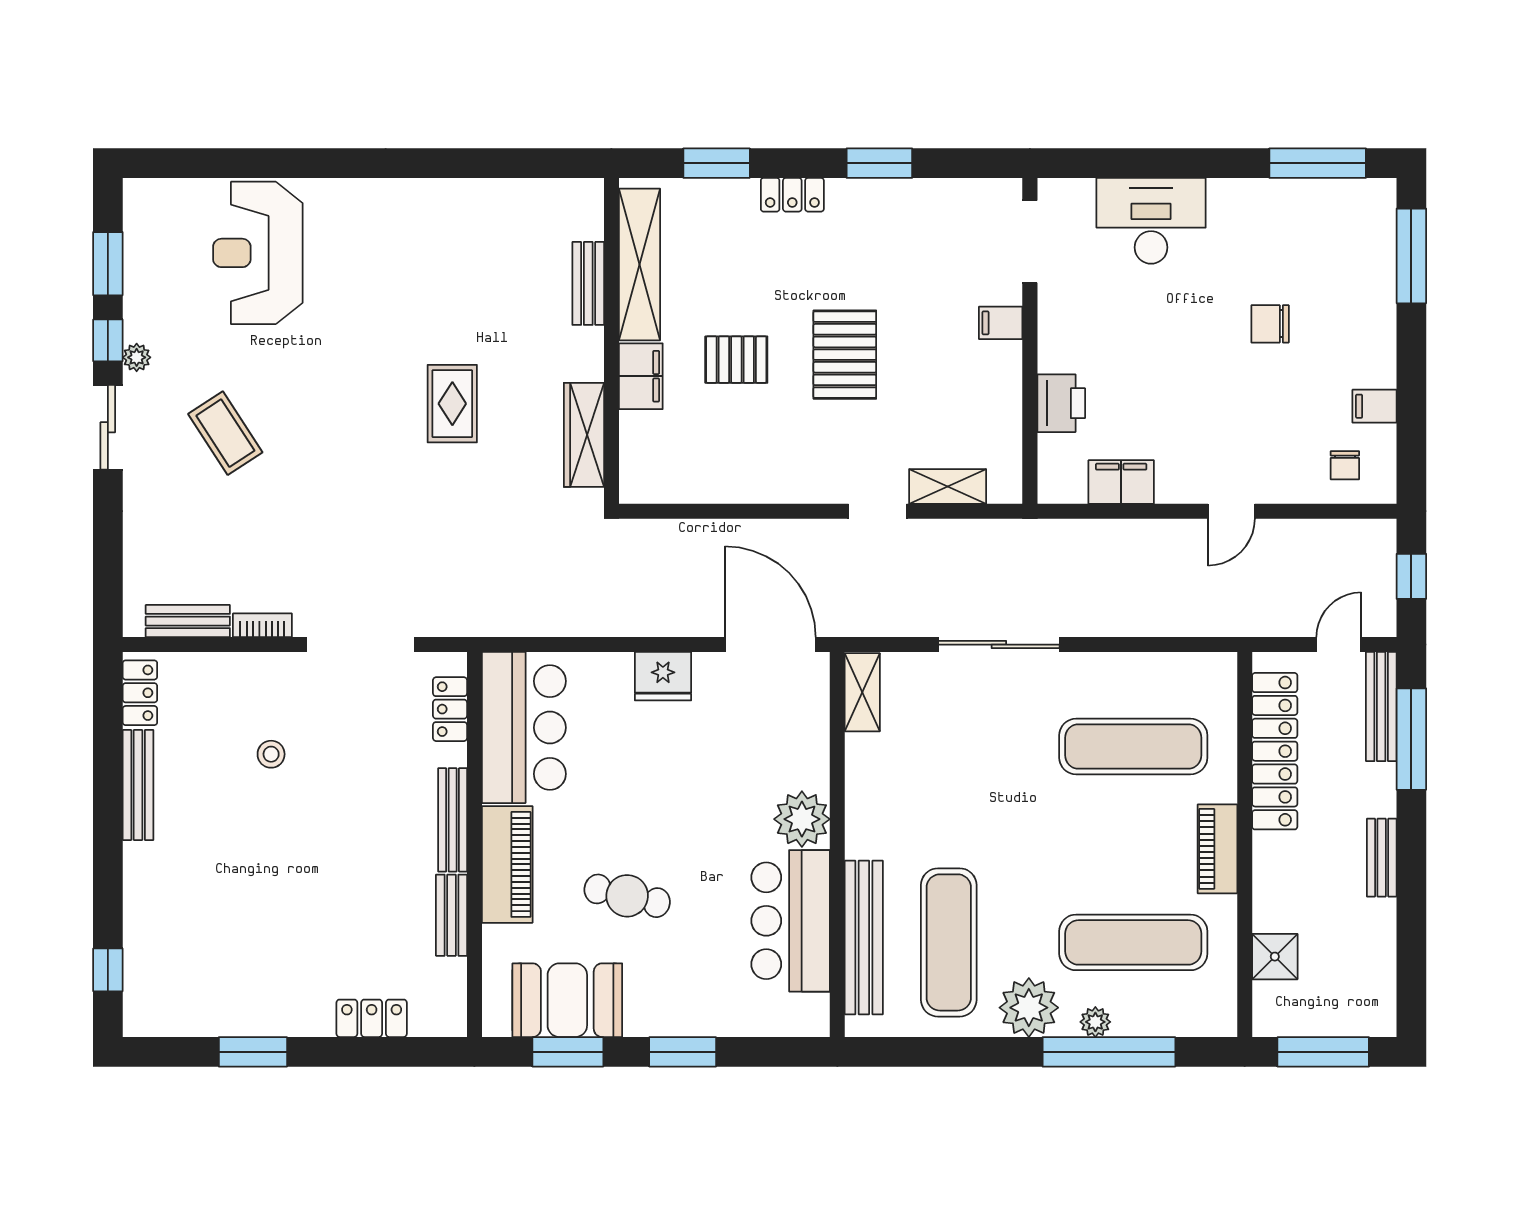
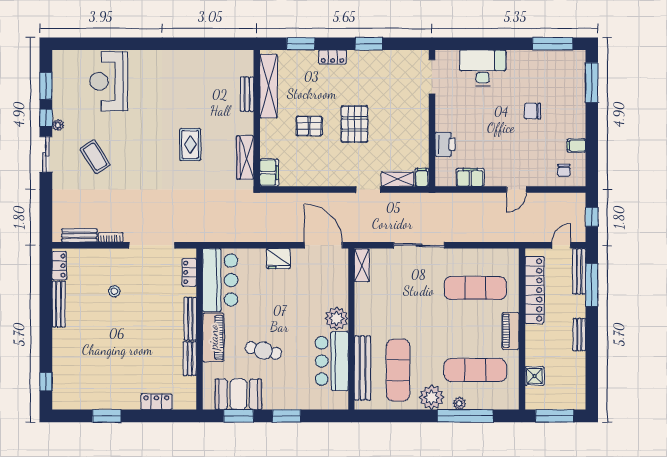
filing cabinet: (1001, 323) -> (422, 177), moved, turned 90
filing cabinet: (641, 376) -> (269, 173), moved

